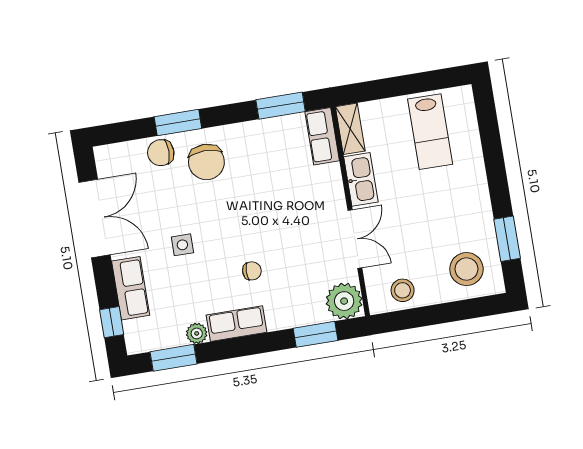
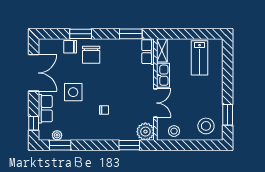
side table: (182, 245) -> (73, 92), width x1.87, depth x1.87
row of seats: (237, 324) -> (93, 134), removed
plant: (197, 333) -> (57, 135), moved

